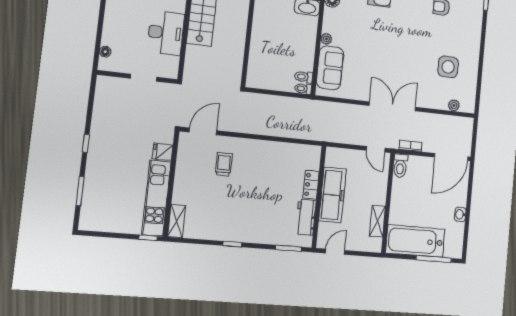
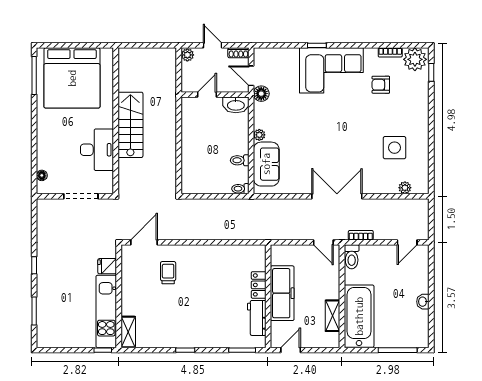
toilet: (304, 77) -> (240, 160), moved
doorway: (144, 78) -> (81, 196), width x1.38
door: (451, 157) -> (407, 242), width x0.53
bathtub: (415, 241) -> (359, 316), moved, turned 90

